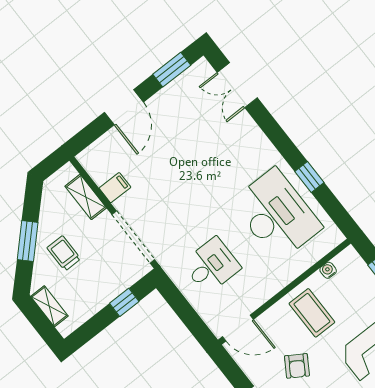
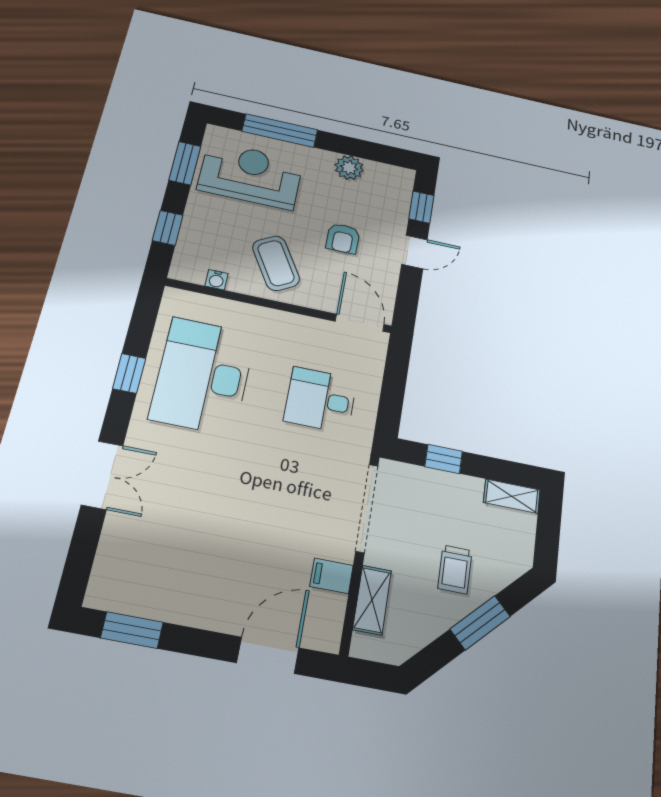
double door: (237, 85) -> (102, 475), moved
door: (124, 107) -> (268, 655), moved
shelving: (49, 306) -> (512, 496), moved, turned 90
coffee table: (312, 313) -> (276, 263), turned -30
armchair: (297, 366) -> (343, 238), turned 148

